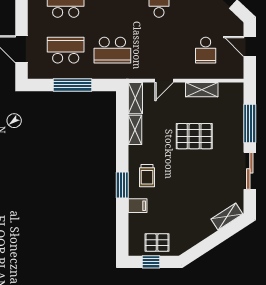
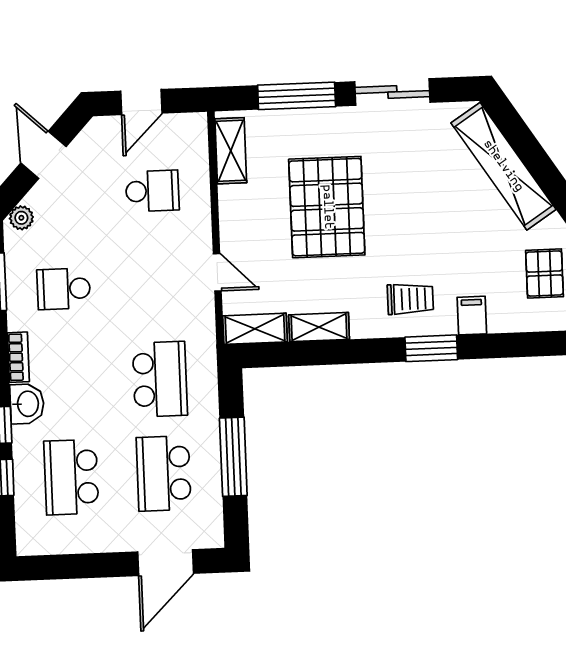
shelving: (202, 90) -> (231, 151), moved
pallet: (194, 136) -> (327, 207), width x1.37, depth x1.41
shelving: (227, 217) -> (503, 166), width x2.20, depth x1.33

